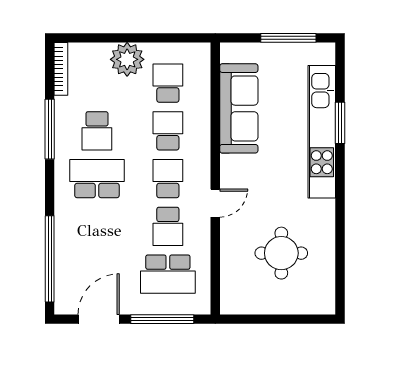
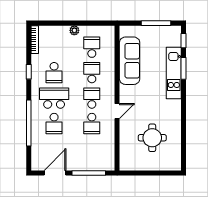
plant: (127, 59) -> (74, 30), width x0.53, depth x0.53
window: (340, 71) -> (184, 41), added
window: (50, 129) -> (29, 72), width x0.46
kitchen unit: (322, 132) -> (174, 73), width x0.73
window: (50, 259) -> (29, 123), moved
school desk: (168, 274) -> (54, 123), moved, width x0.54

